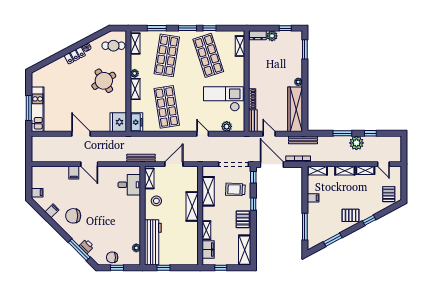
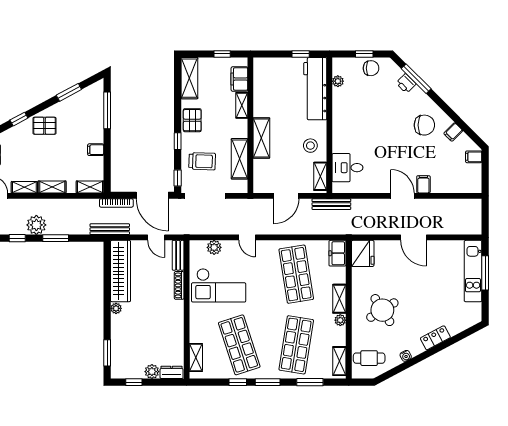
locker: (75, 55) -> (435, 338), moved

